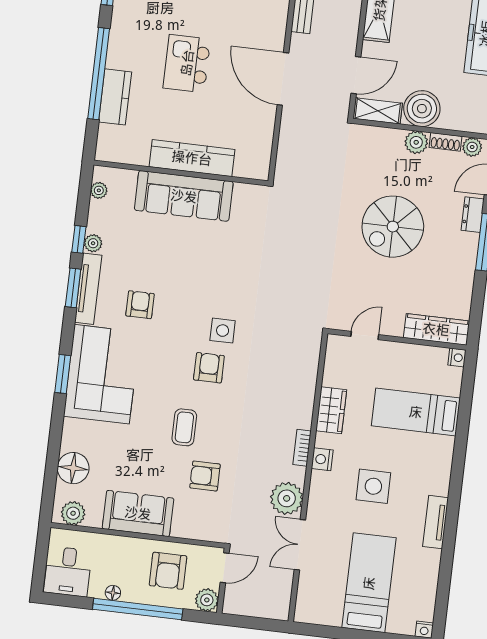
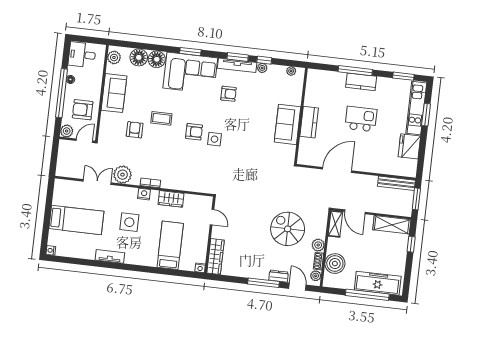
window: (99, 74) -> (355, 71), width x0.68
door: (283, 79) -> (337, 170), moved
kitchen counter: (115, 97) -> (361, 82), moved
boiler: (422, 109) -> (335, 264), moved
kitchen counter: (192, 158) -> (309, 122), width x0.67
sofa: (184, 196) -> (288, 124), width x0.73
spiral stairs: (393, 227) -> (288, 229), moved
floor lamp: (77, 435) -> (157, 59), added
door: (225, 568) -> (84, 141), swing flipped

